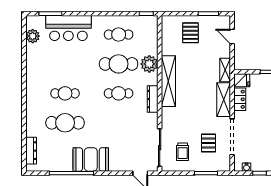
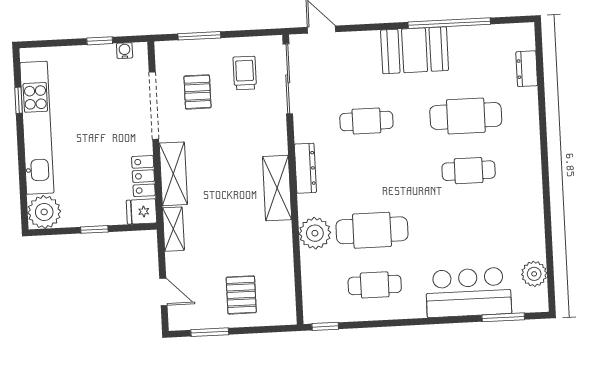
shelving: (168, 81) -> (277, 188), width x0.68
cafe table: (119, 93) -> (366, 121), moved
dresser: (31, 151) -> (527, 69), width x0.70

